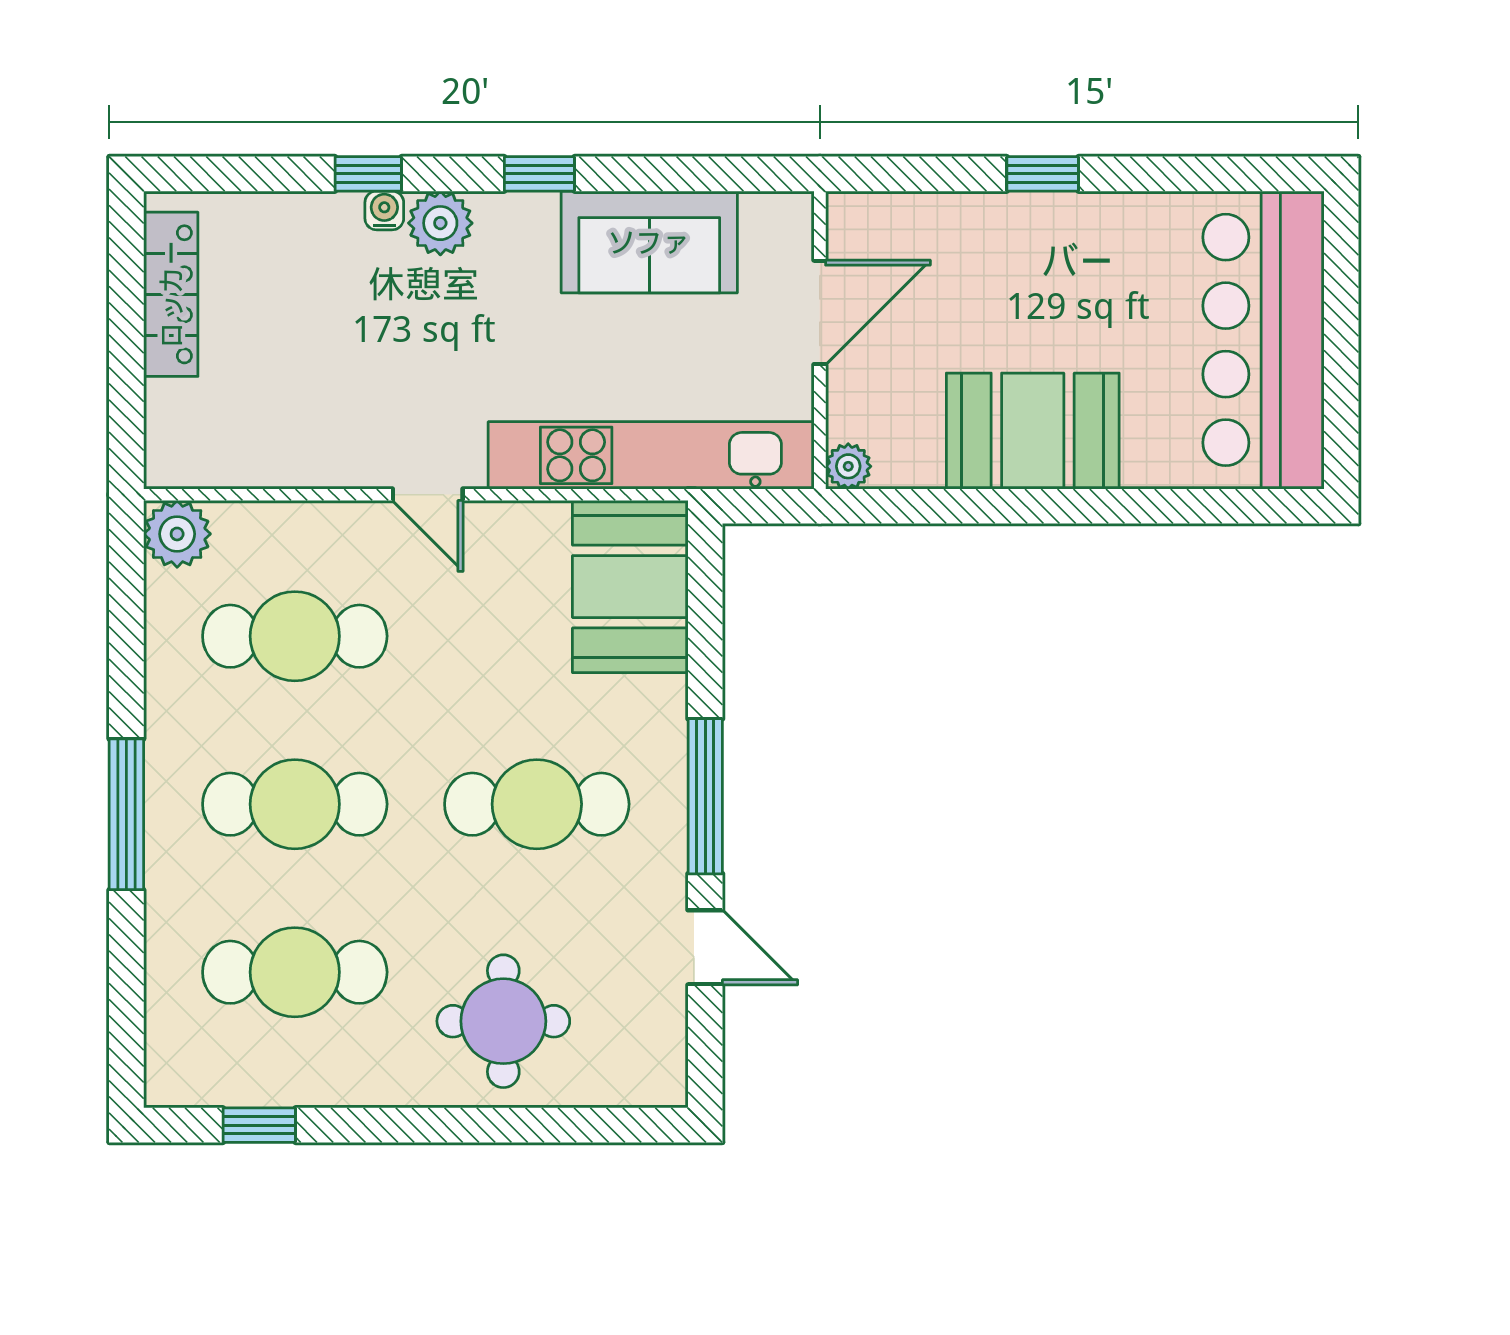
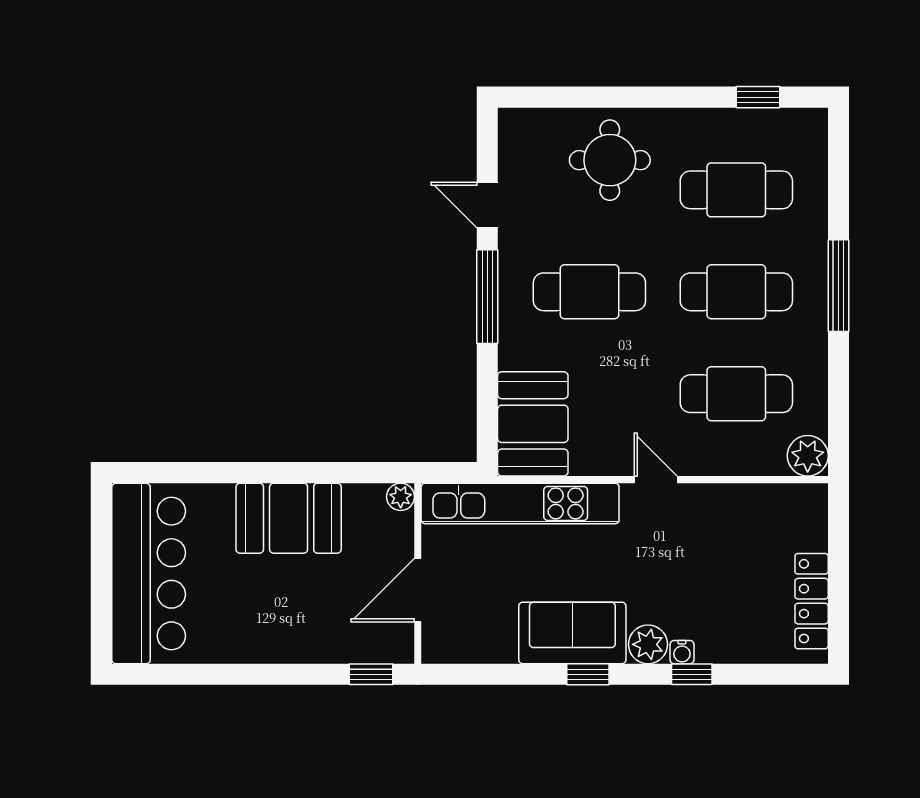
window: (1043, 174) -> (371, 674), moved
sofa: (649, 242) -> (572, 633), moved

